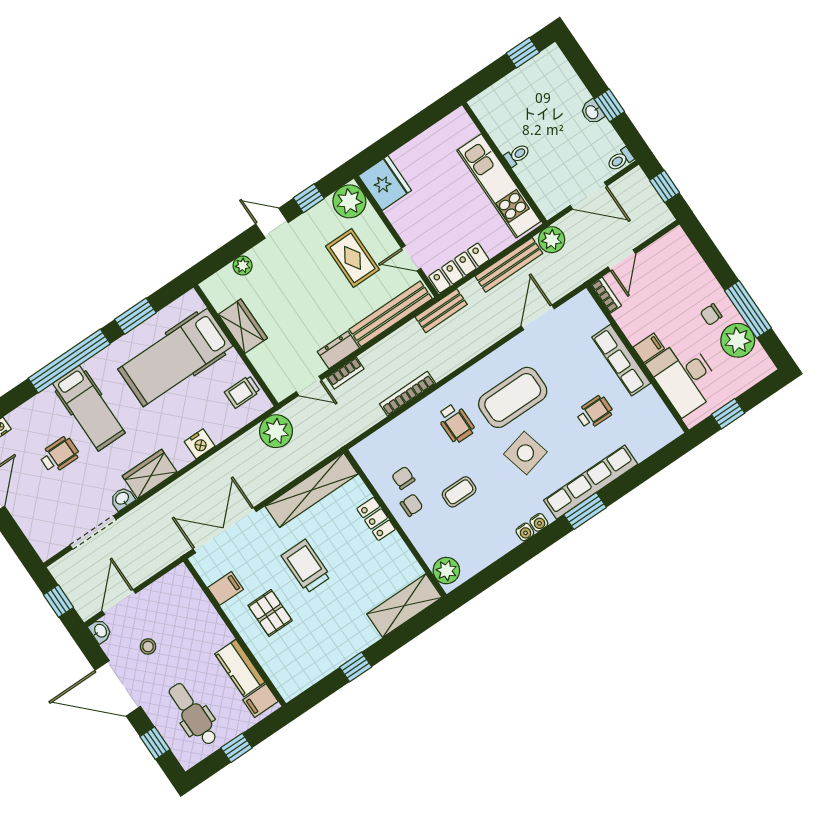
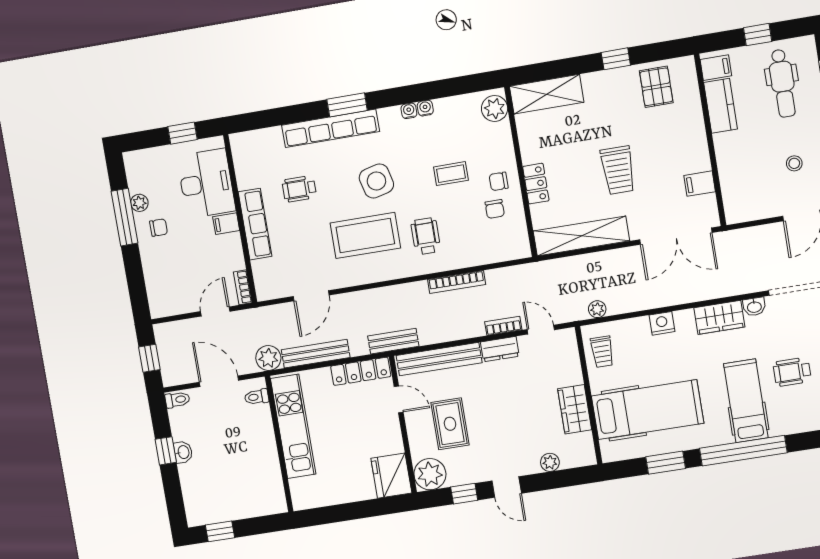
toilet: (517, 155) -> (257, 397), moved
plant: (738, 340) -> (139, 203), width x0.53, depth x0.53
trolley: (242, 392) -> (602, 352), turned 90
plant: (276, 431) -> (597, 309), width x0.53, depth x0.53
water cooler: (539, 522) -> (425, 108), moved
pallet: (270, 613) -> (656, 87), moved

